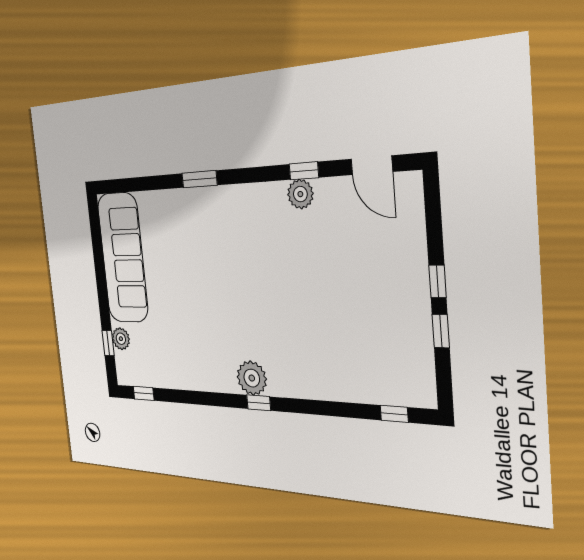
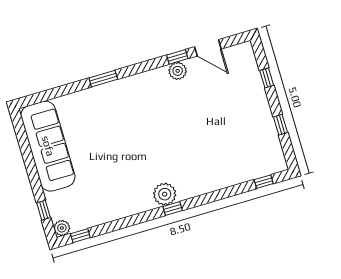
door: (372, 165) -> (208, 48), moved
window: (438, 281) -> (267, 78), moved
plant: (121, 339) -> (62, 228), moved

